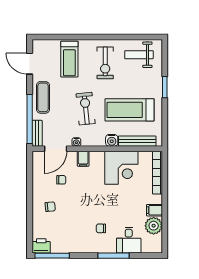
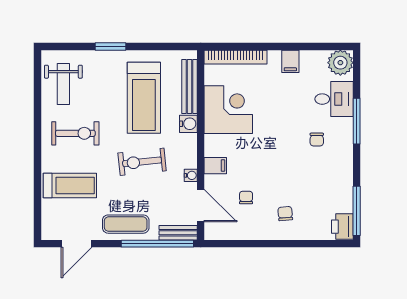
plant: (154, 226) -> (340, 63), moved

